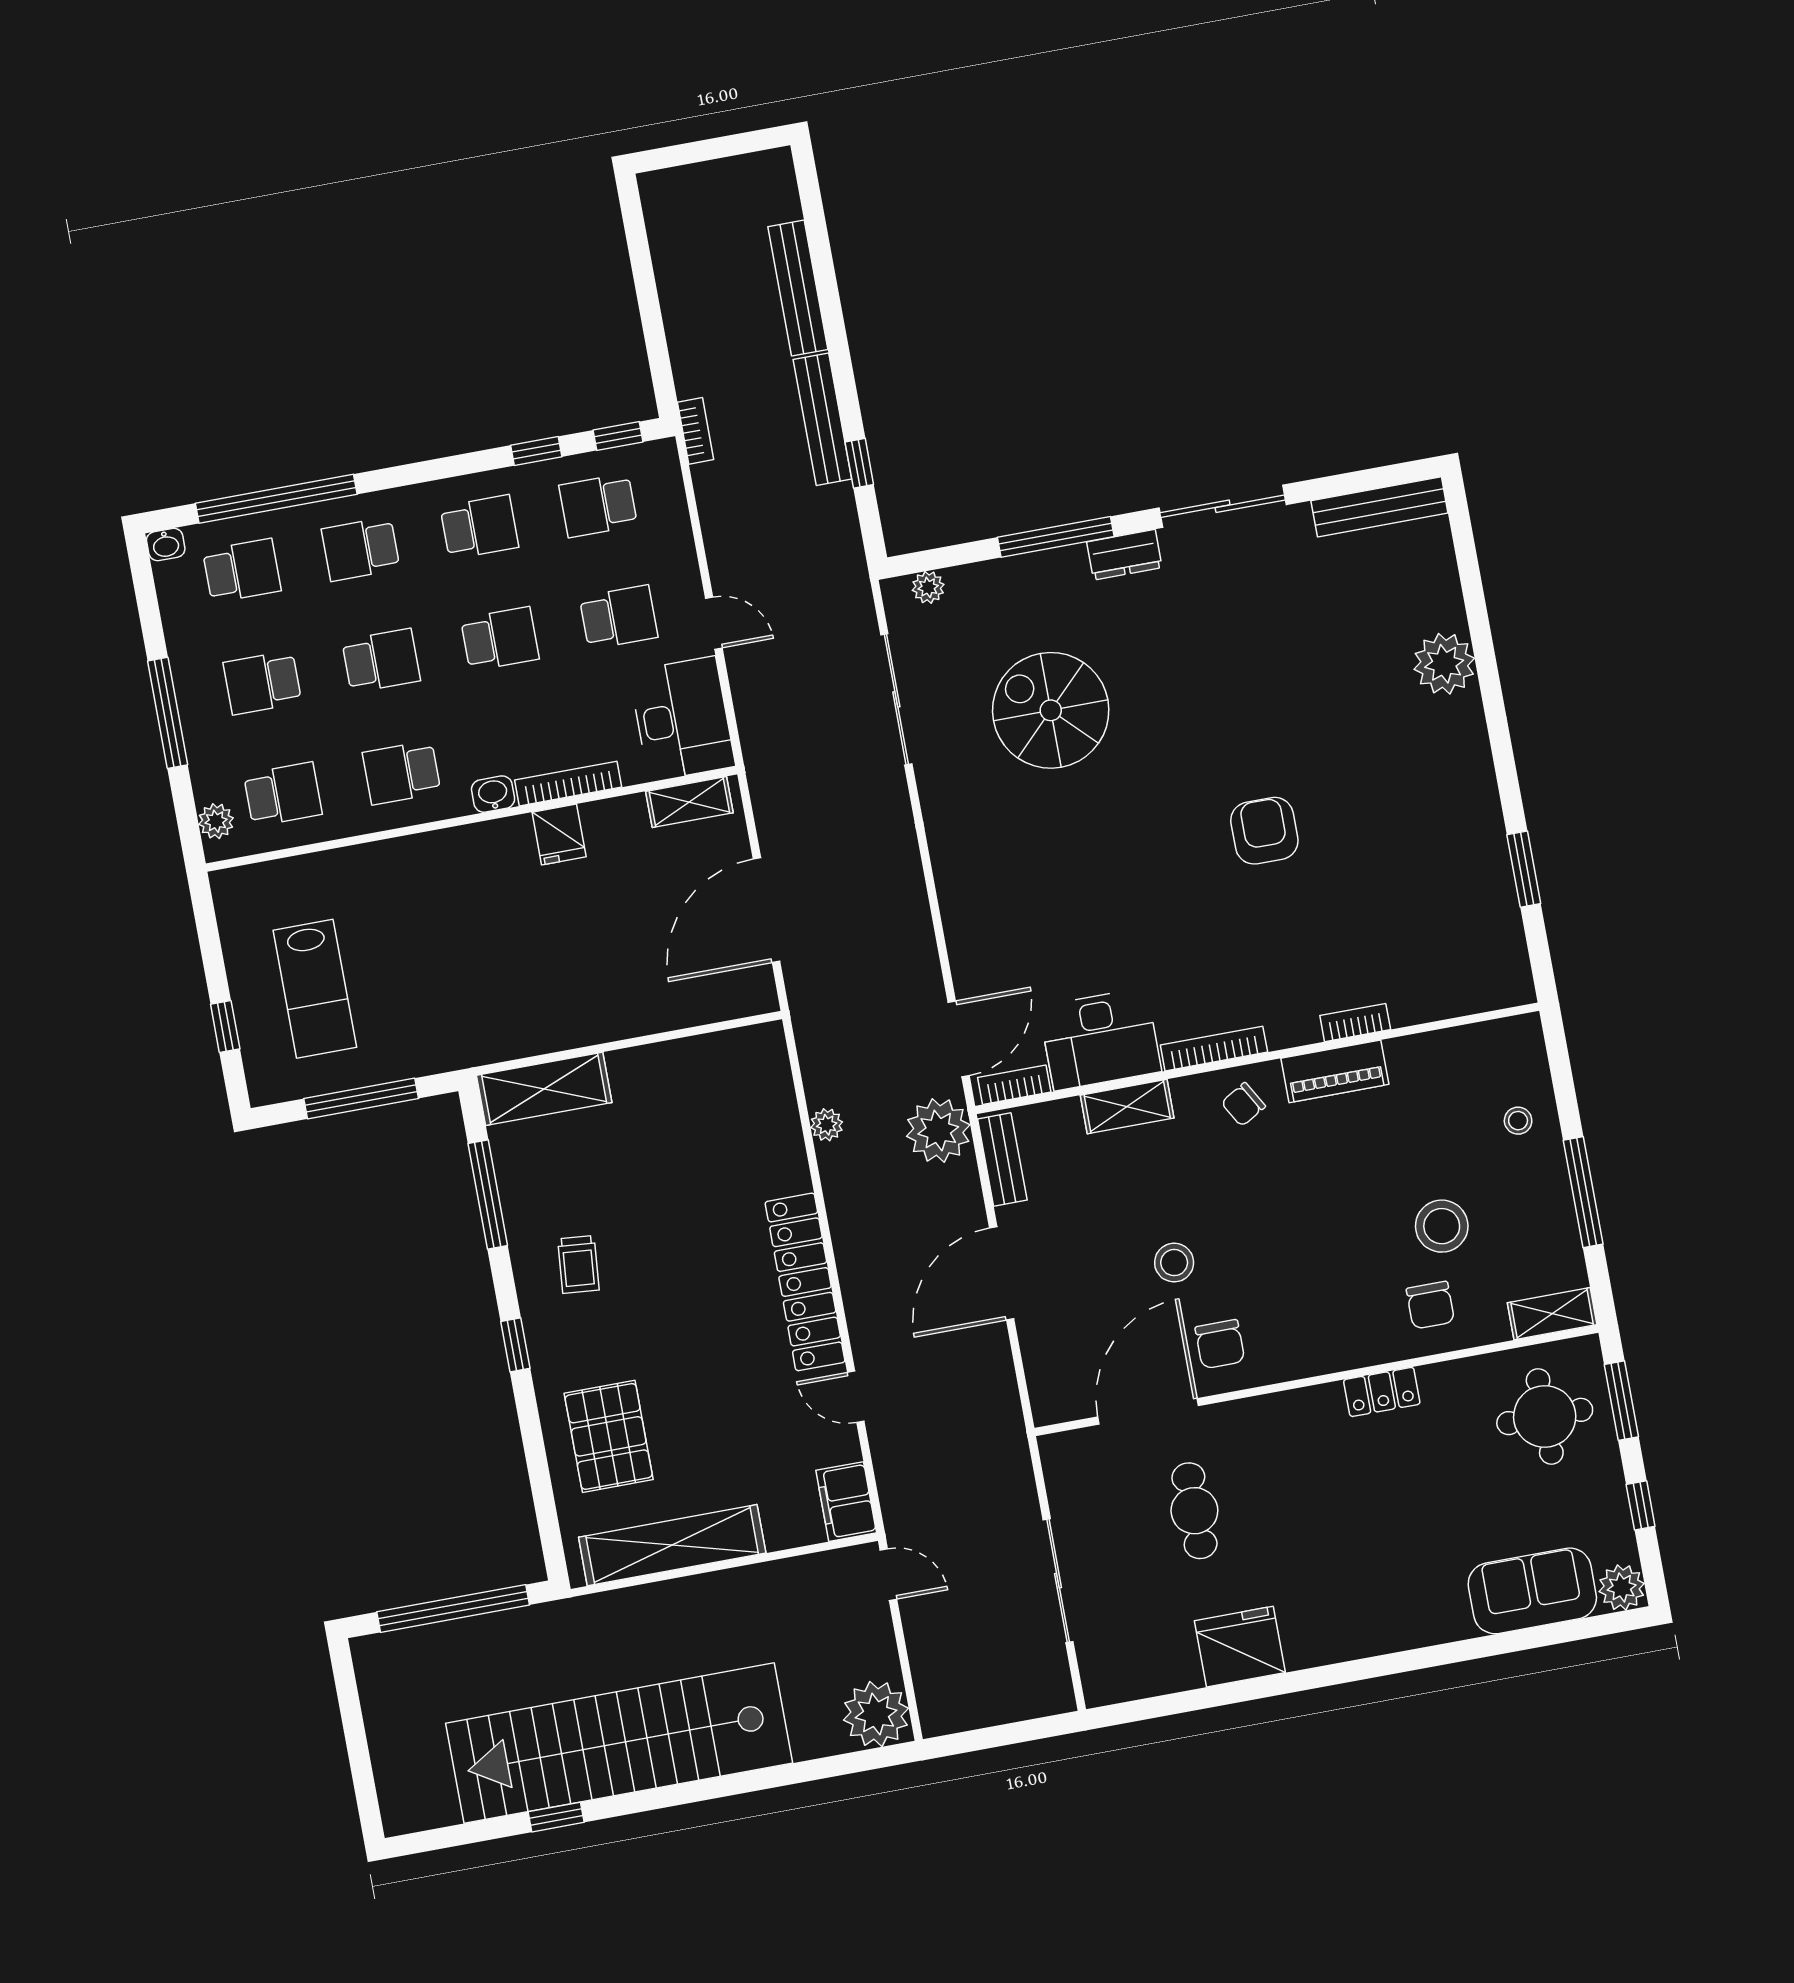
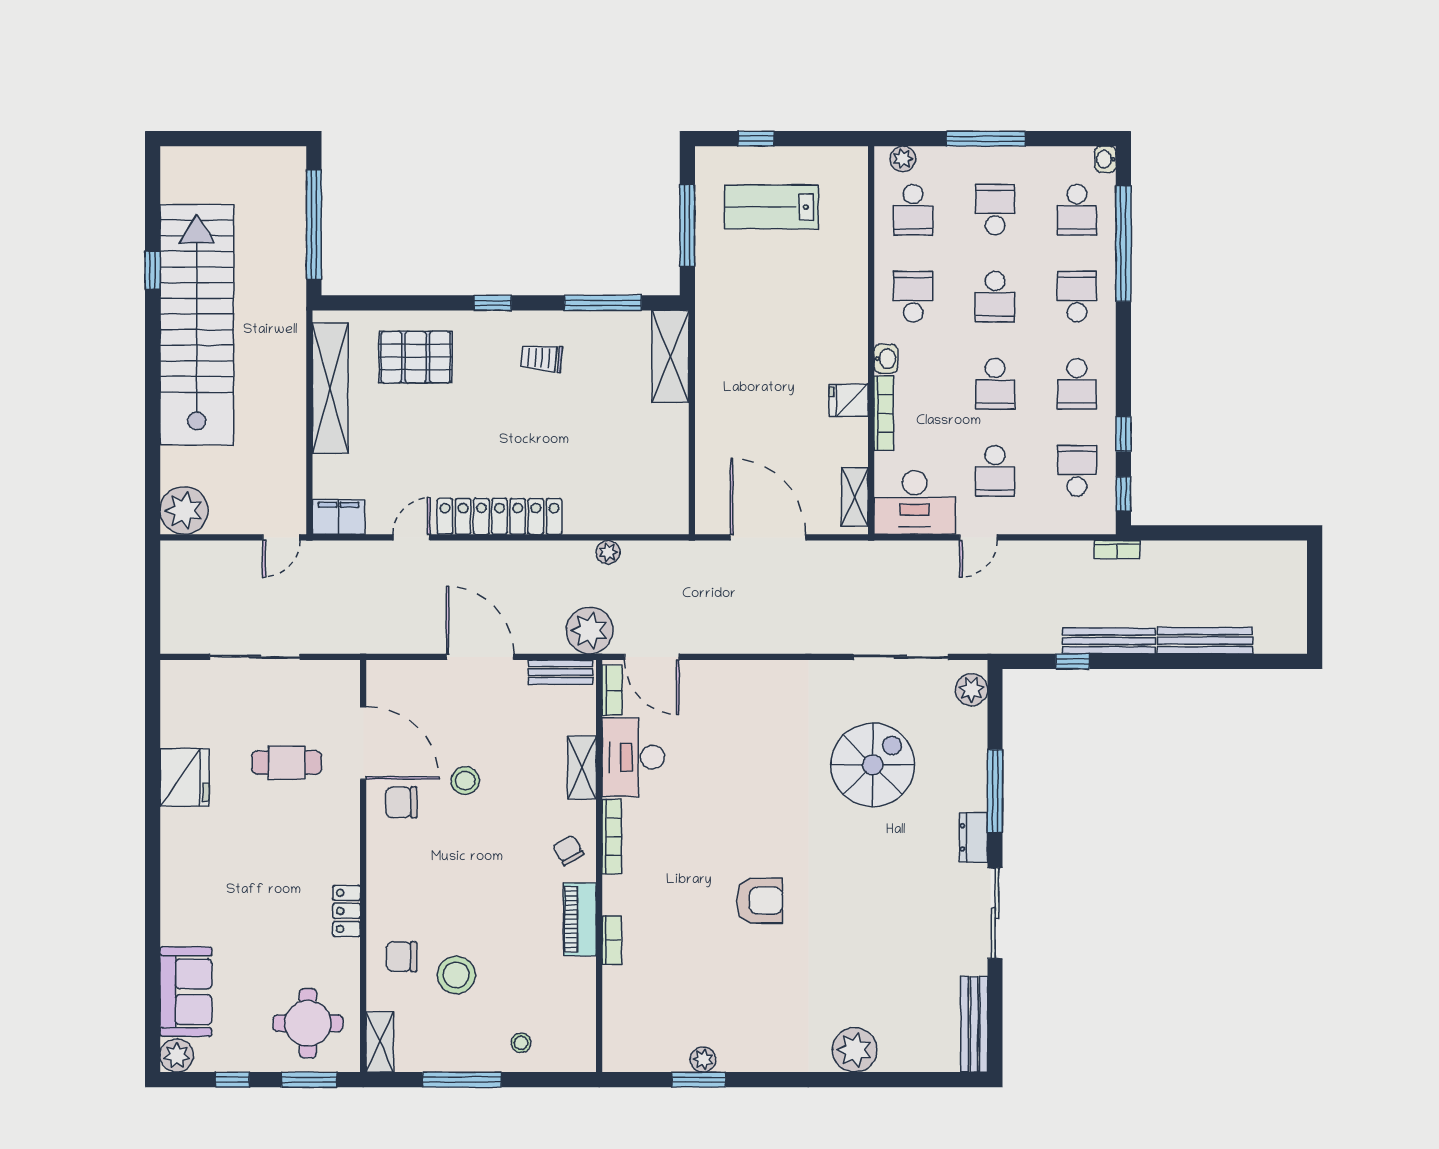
plant: (928, 587) -> (971, 690), width x1.38, depth x1.38
plant: (1495, 868) -> (703, 1059), added

